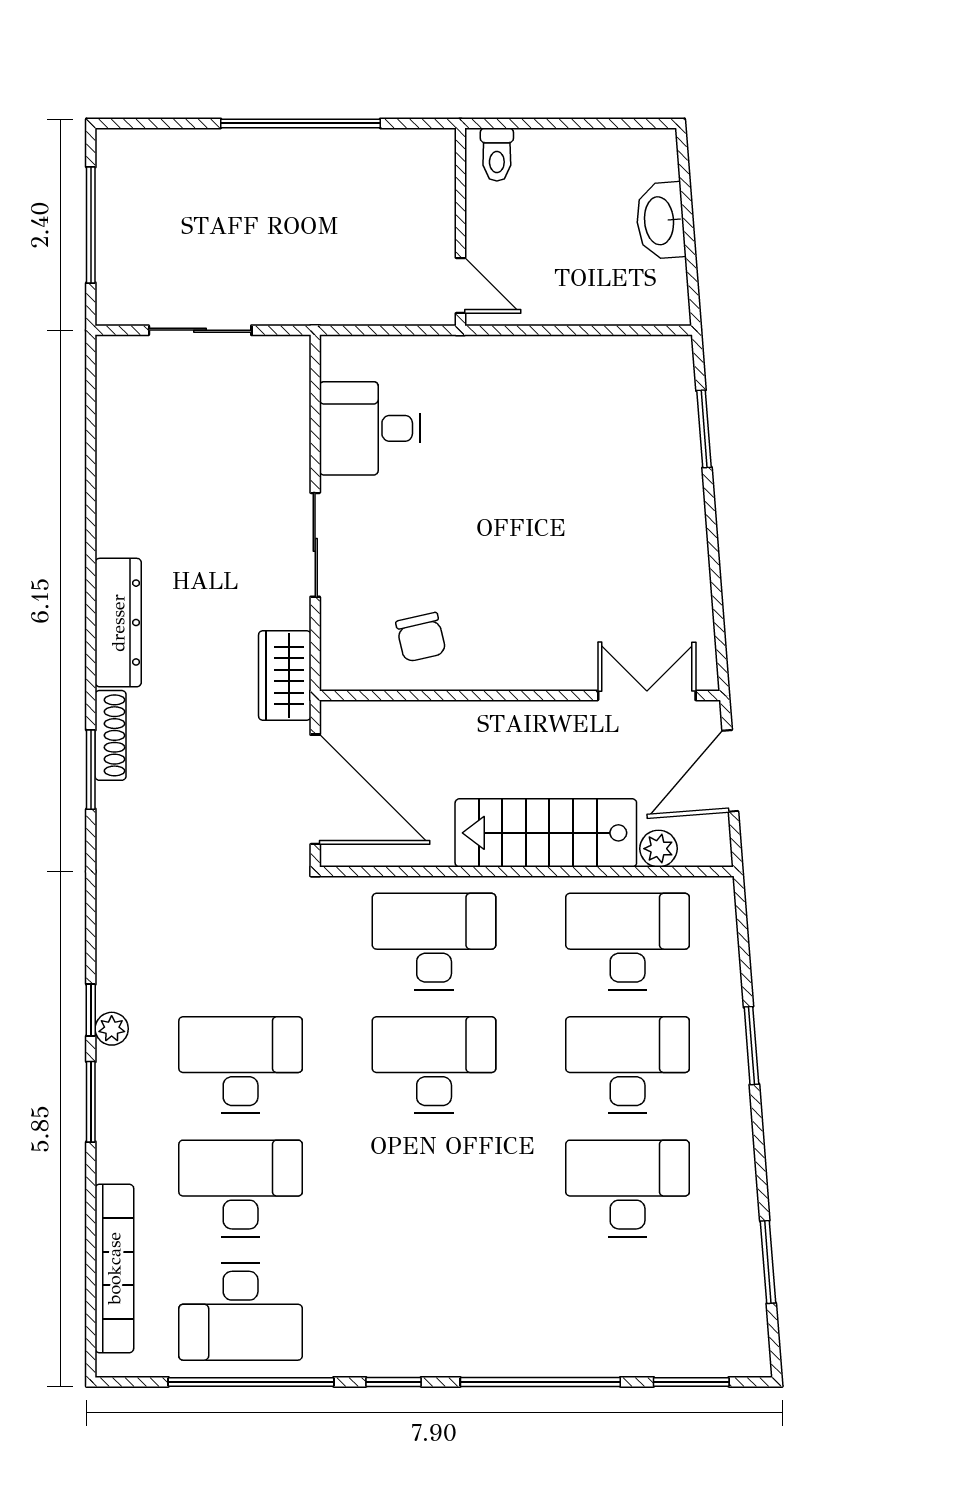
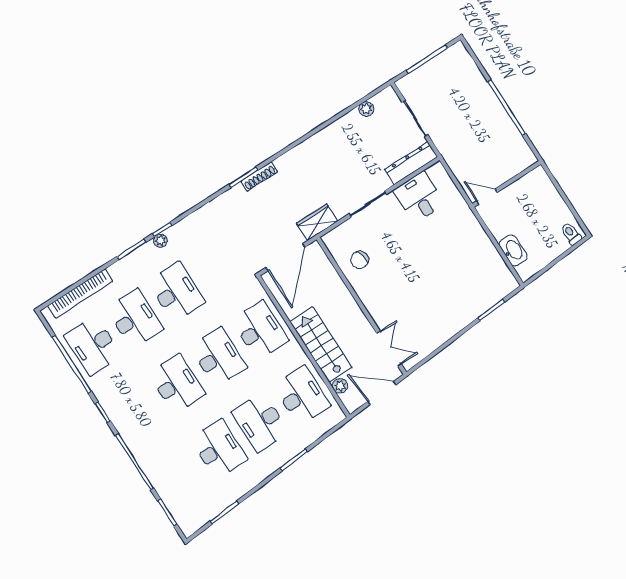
toilet: (497, 155) -> (571, 234), moved, turned 86
washbasin: (660, 221) -> (513, 250), moved, turned 94
door: (460, 285) -> (487, 197), swing flipped
plant: (114, 419) -> (366, 109), added
dresser: (118, 623) -> (411, 163), moved, turned 180
desk: (628, 1065) -> (260, 422), turned 180
desk: (434, 1188) -> (177, 384), added

